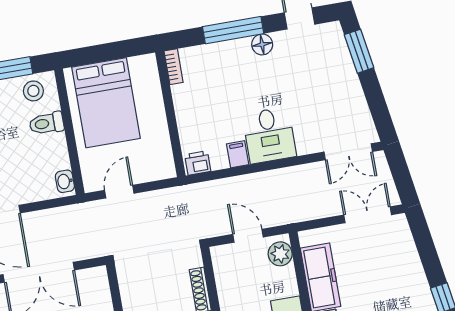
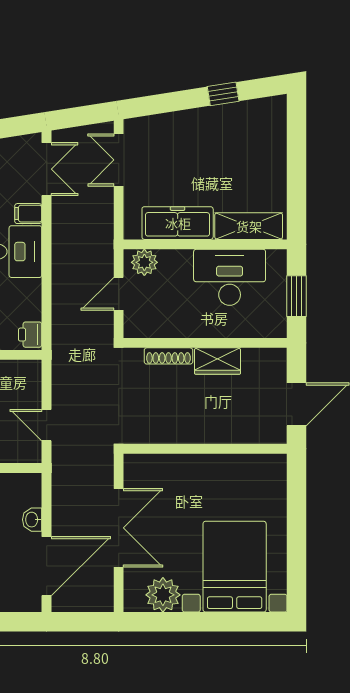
filing cabinet: (238, 154) -> (28, 214), moved
washbasin: (65, 181) -> (32, 520), moved, turned 90

